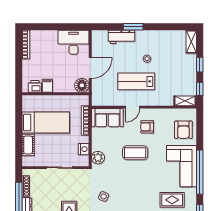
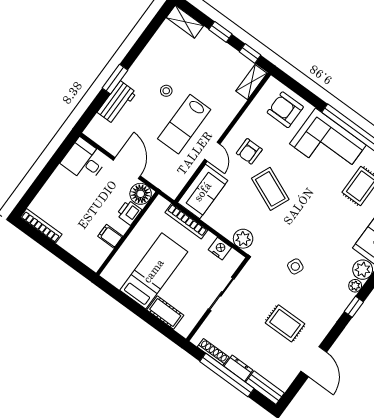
desk: (73, 42) -> (84, 161), width x0.73
printer: (35, 86) -> (129, 212), moved
armchair: (183, 130) -> (285, 110), turned 180
coffee table: (135, 153) -> (270, 189), turned -67

